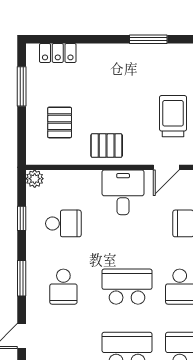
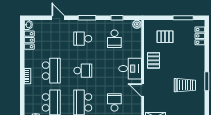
trolley: (173, 116) -> (185, 85), moved
school desk: (127, 287) -> (83, 71), width x0.54

